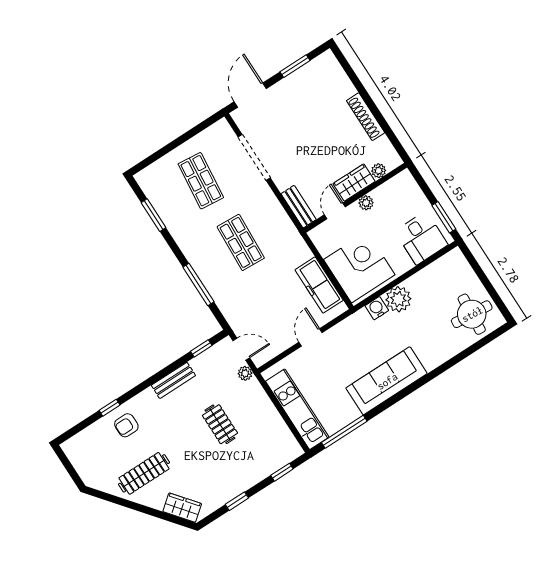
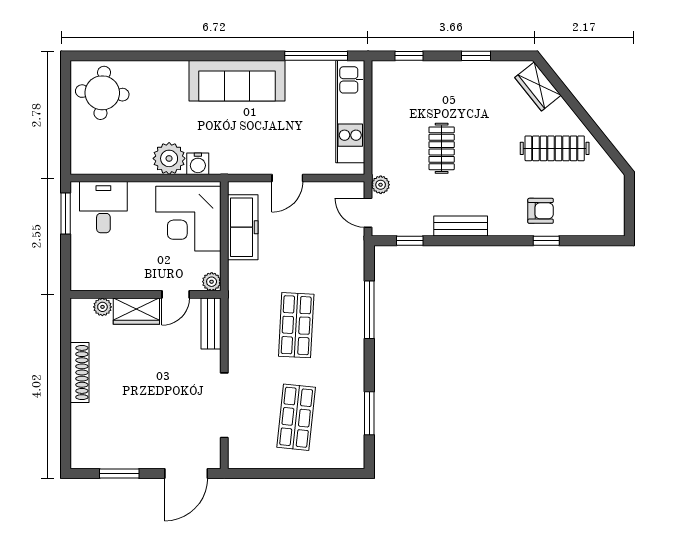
plant: (366, 203) -> (212, 282), moved

